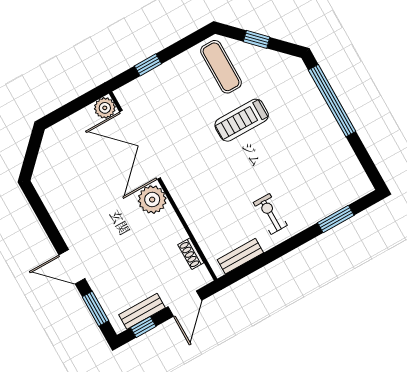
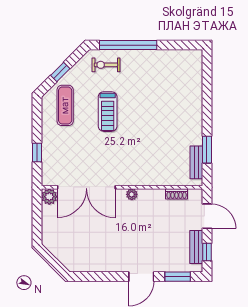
exercise mat: (221, 67) -> (65, 105), turned 90
plant: (152, 200) -> (132, 194), width x0.53, depth x0.53
exercise bike: (270, 214) -> (106, 65), moved
window: (336, 219) -> (207, 150), moved

